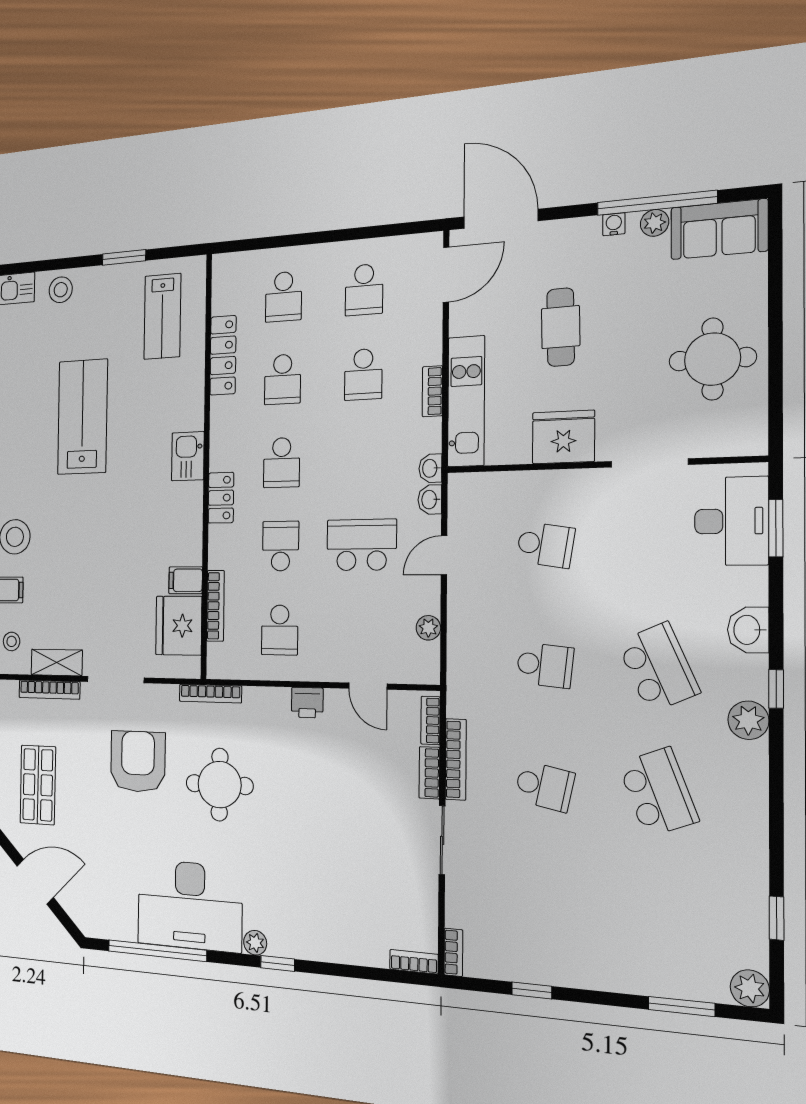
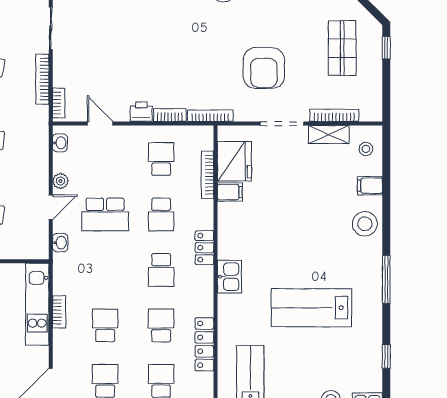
lab bench: (82, 417) -> (311, 308), turned 90
school desk: (282, 463) -> (161, 270), turned 180
washbasin: (430, 468) -> (60, 143), moved
plant: (428, 628) -> (61, 181), moved
bookcase: (429, 773) -> (170, 115), moved, turned -90
round table: (220, 785) -> (203, 55), removed

